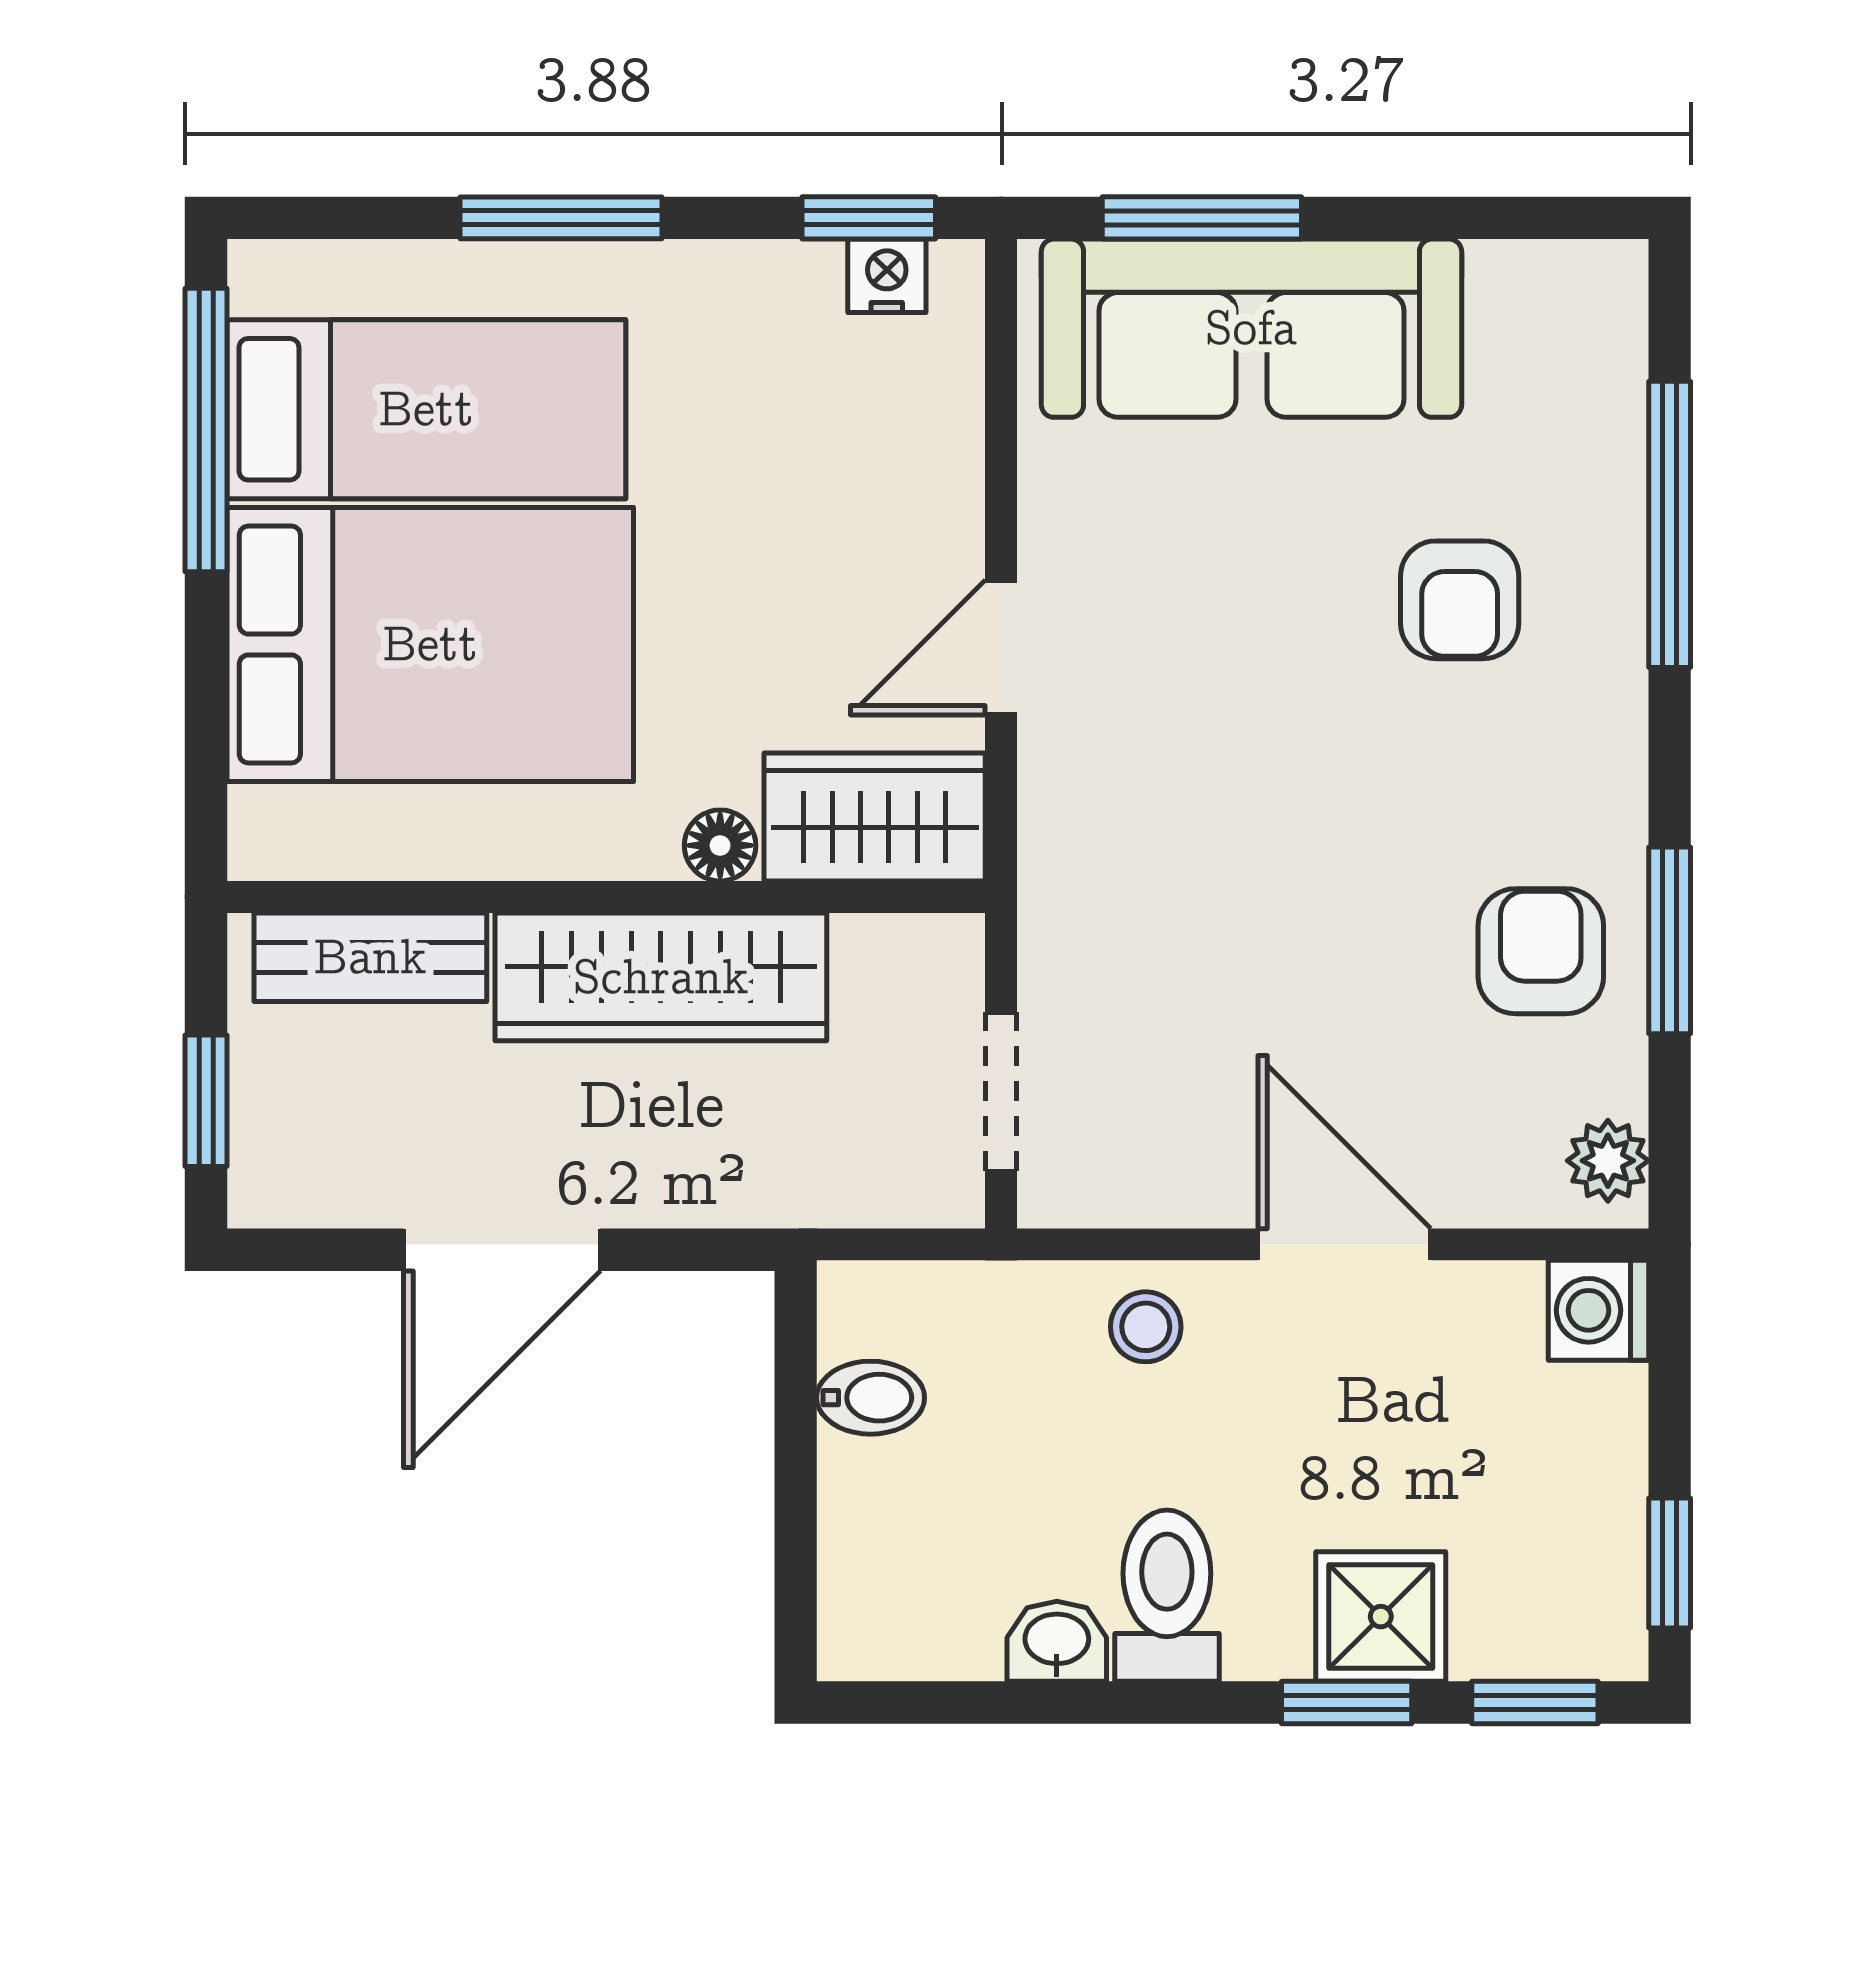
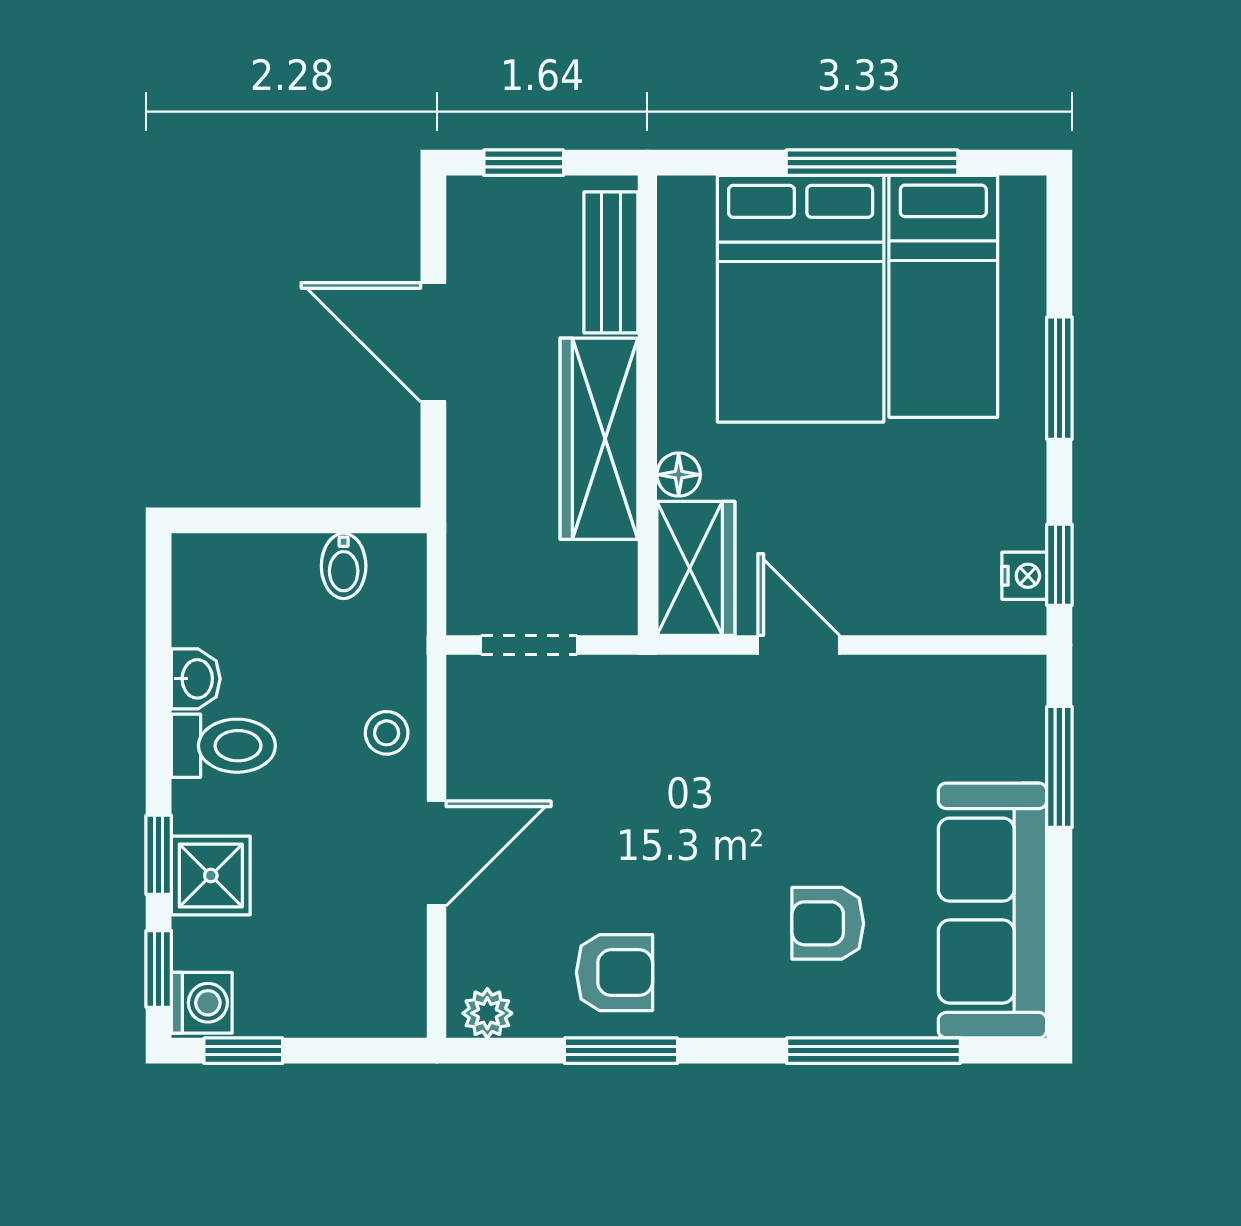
sofa: (1251, 328) -> (993, 911), moved
window: (206, 430) -> (872, 163), moved
washing machine: (1599, 1310) -> (202, 1003), moved, turned 90

